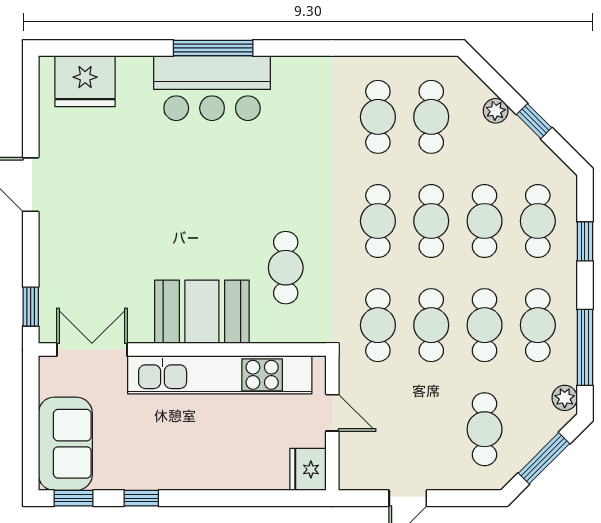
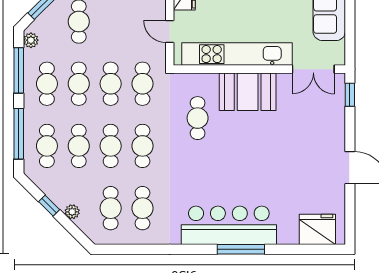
bar counter: (212, 88) -> (229, 225), width x1.36
window: (585, 241) -> (19, 134), width x2.17

